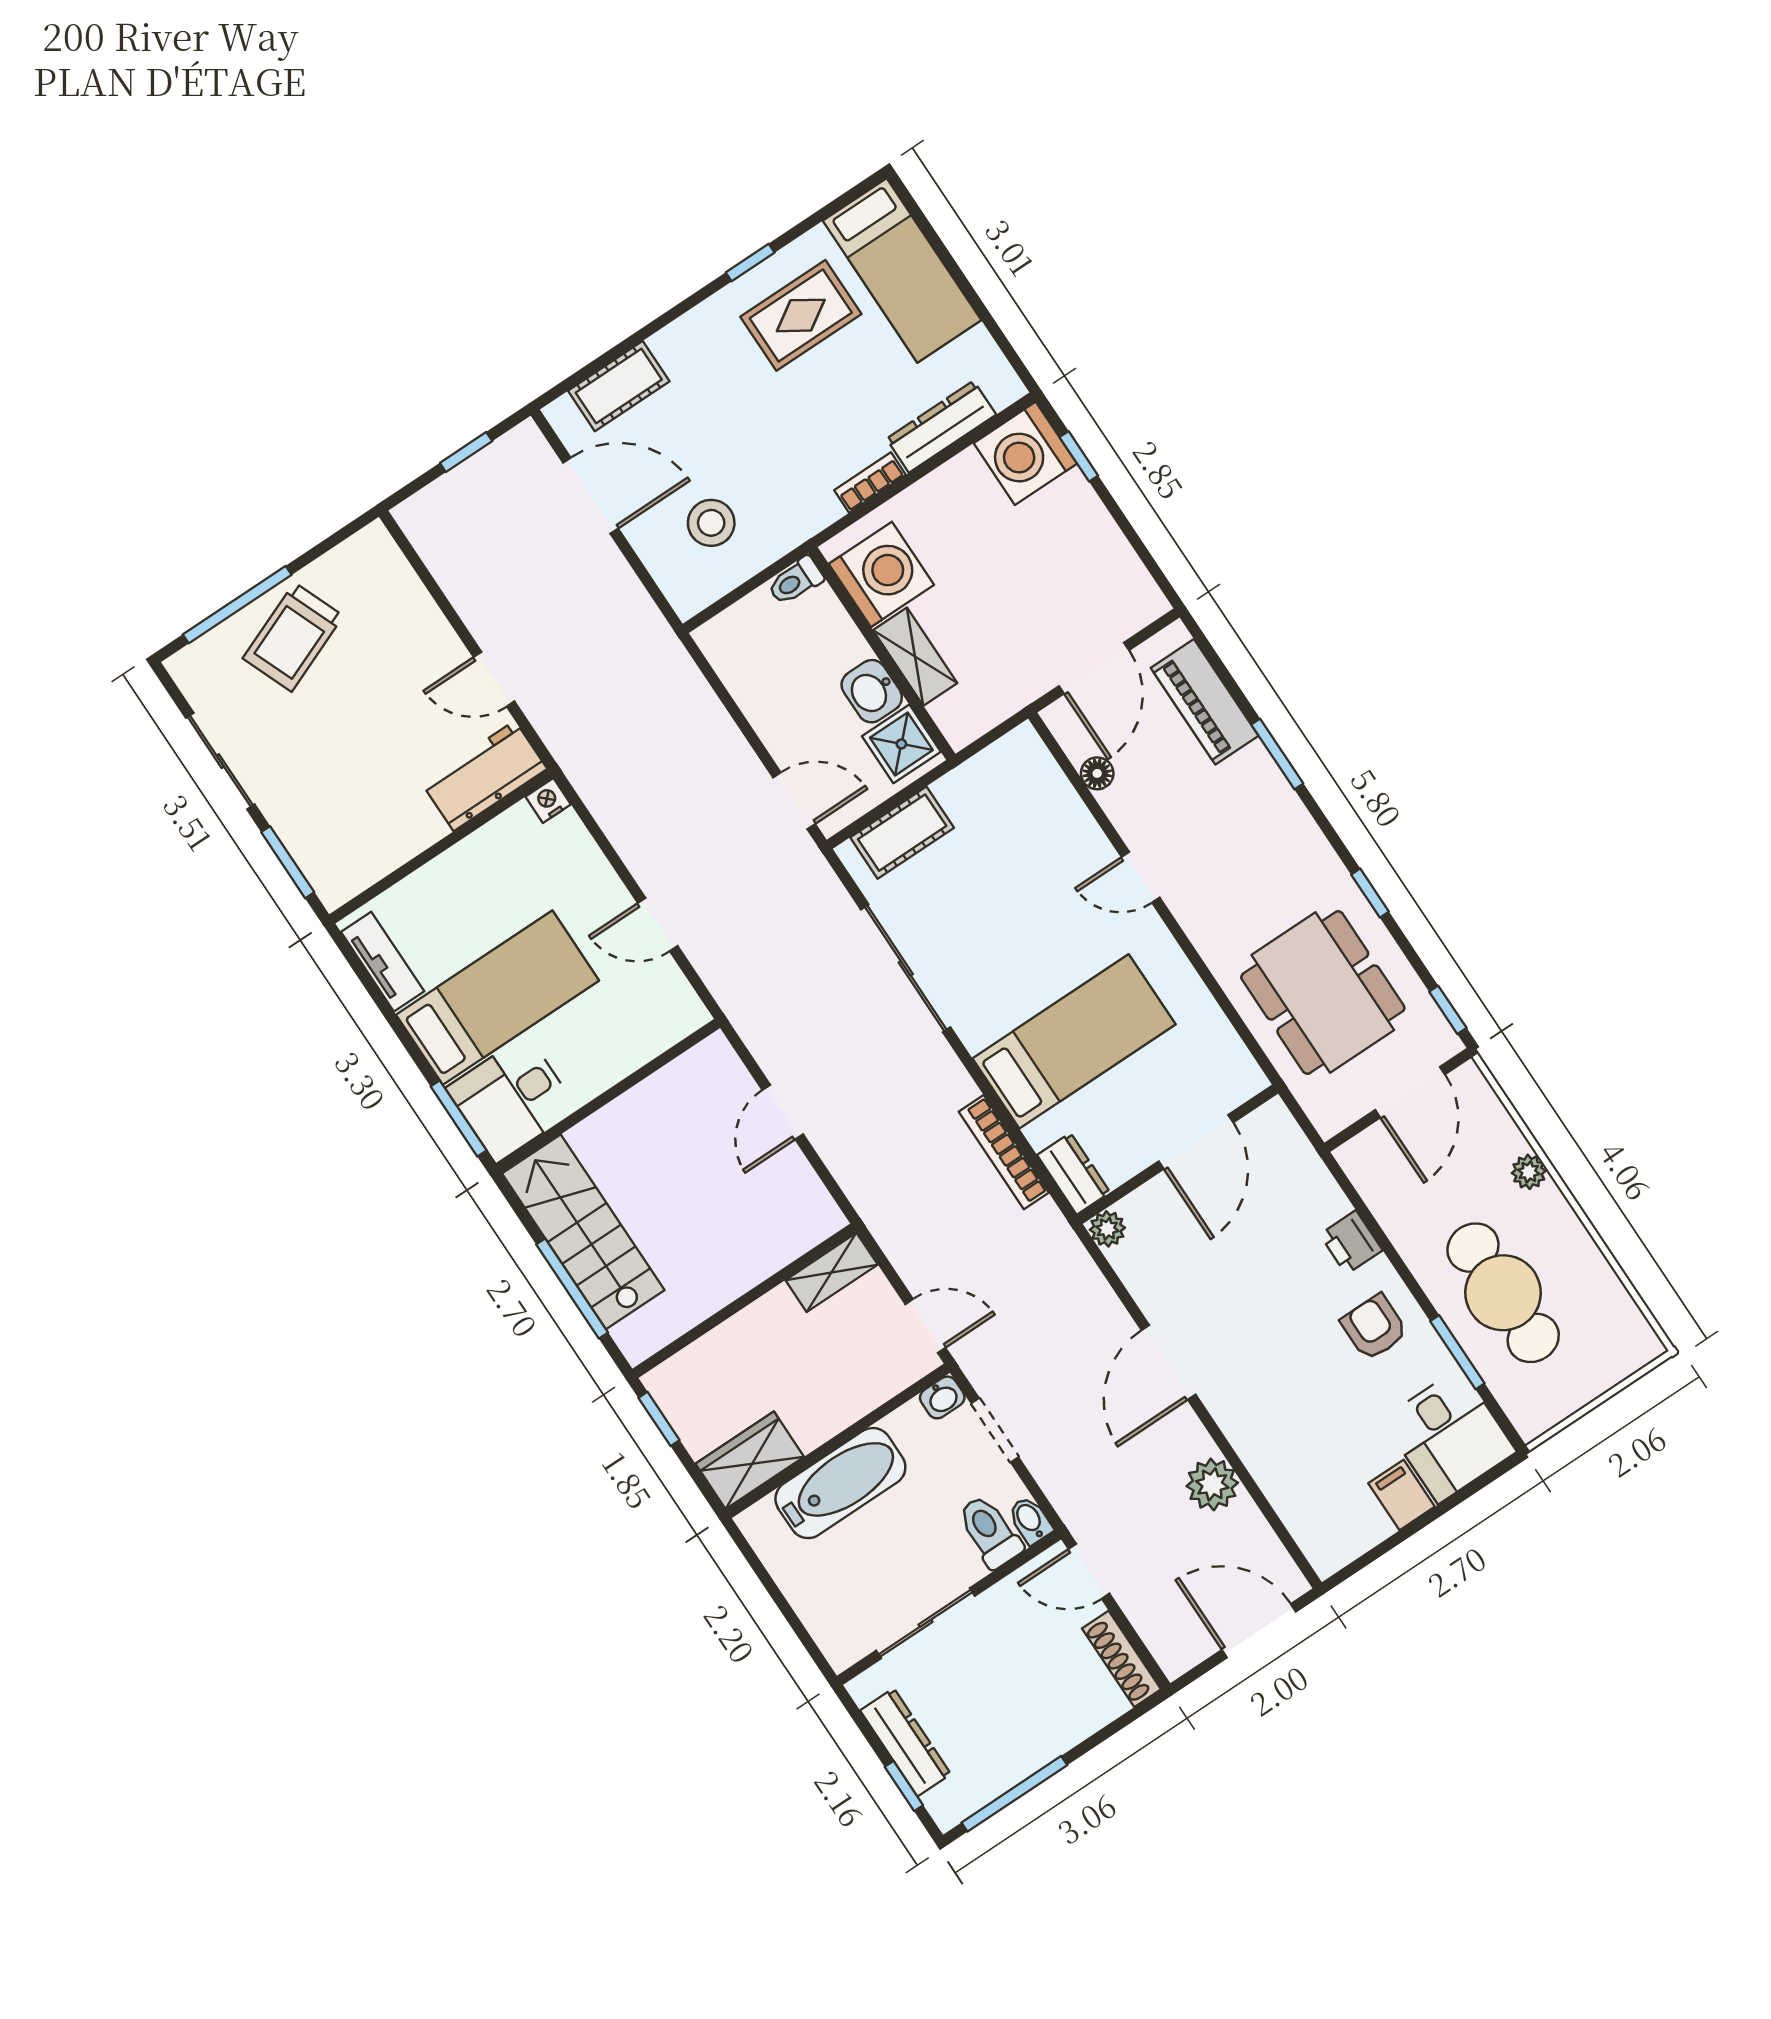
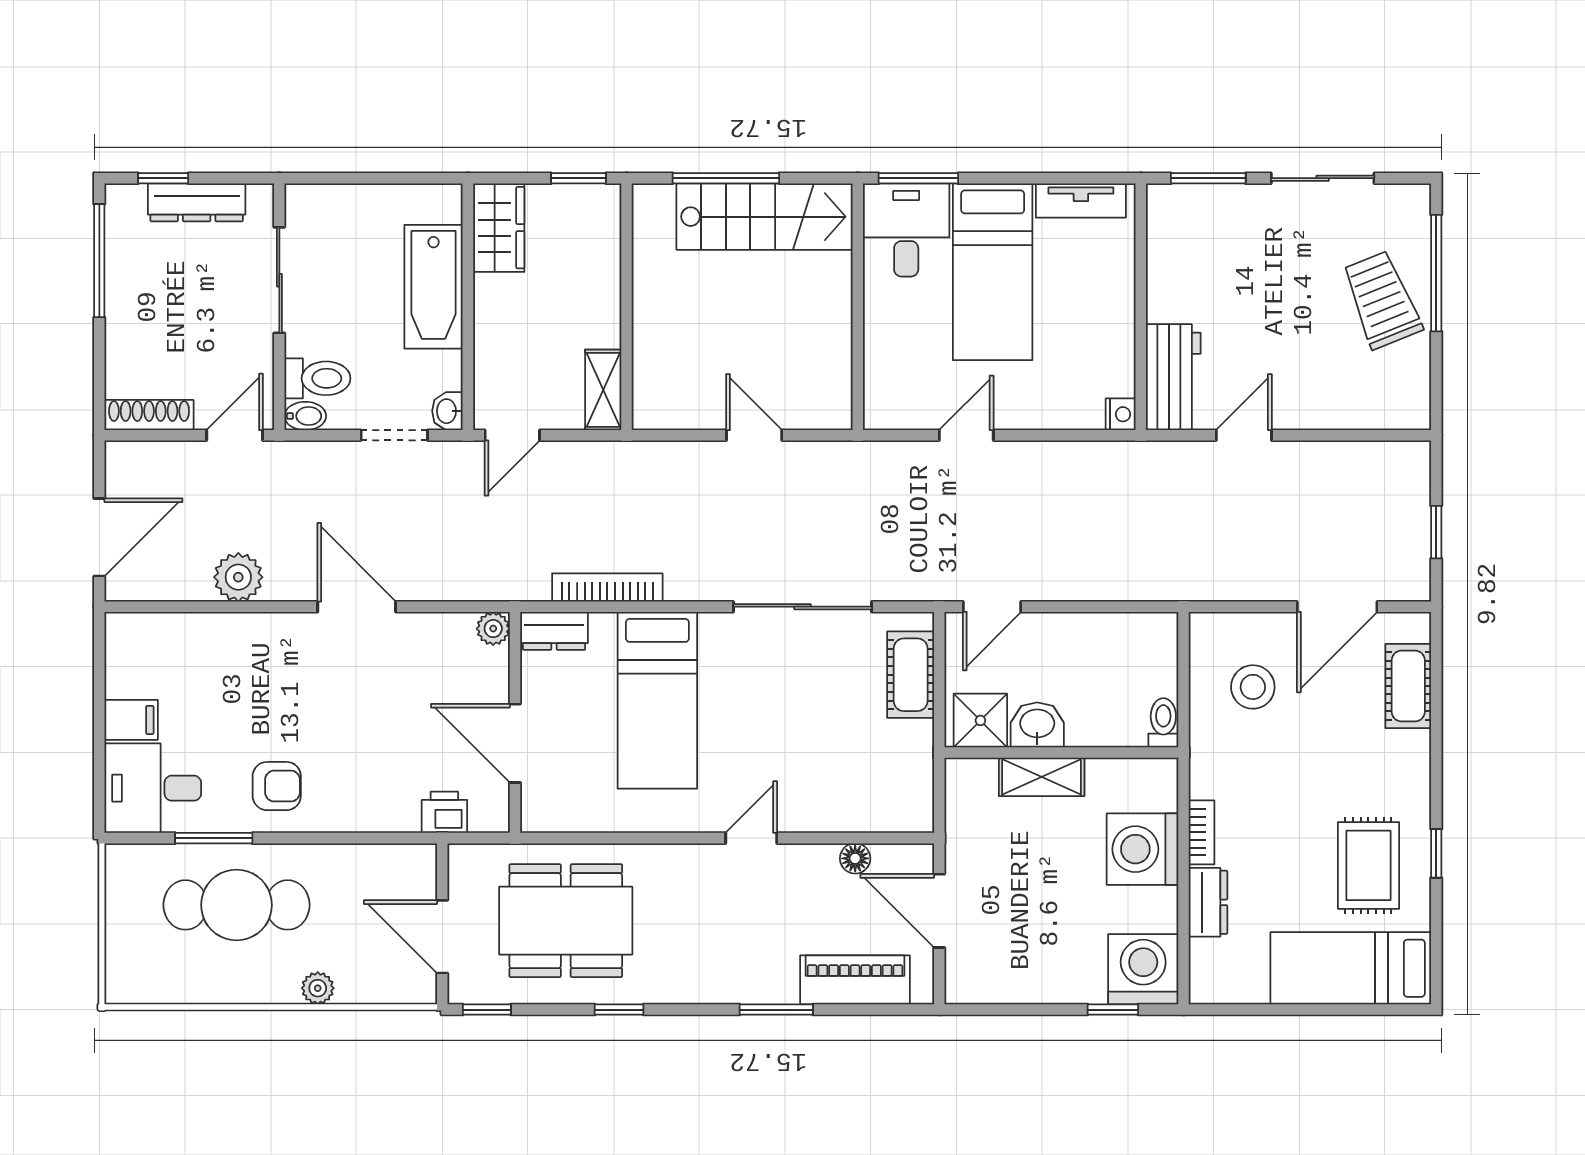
dresser: (941, 427) -> (1208, 902), width x0.70
washing machine: (881, 574) -> (1143, 849), moved, turned 90
printer: (1351, 1242) -> (444, 812), moved

